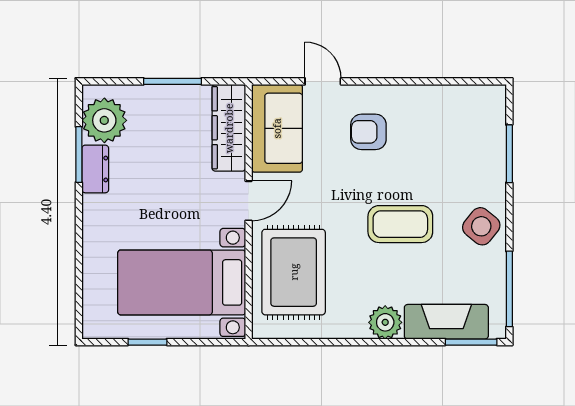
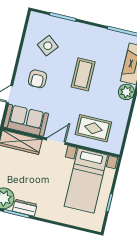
door: (249, 201) -> (56, 141), hinge flipped
side table: (481, 226) -> (48, 46), moved
rug: (294, 272) -> (93, 128), width x0.73, depth x0.70

